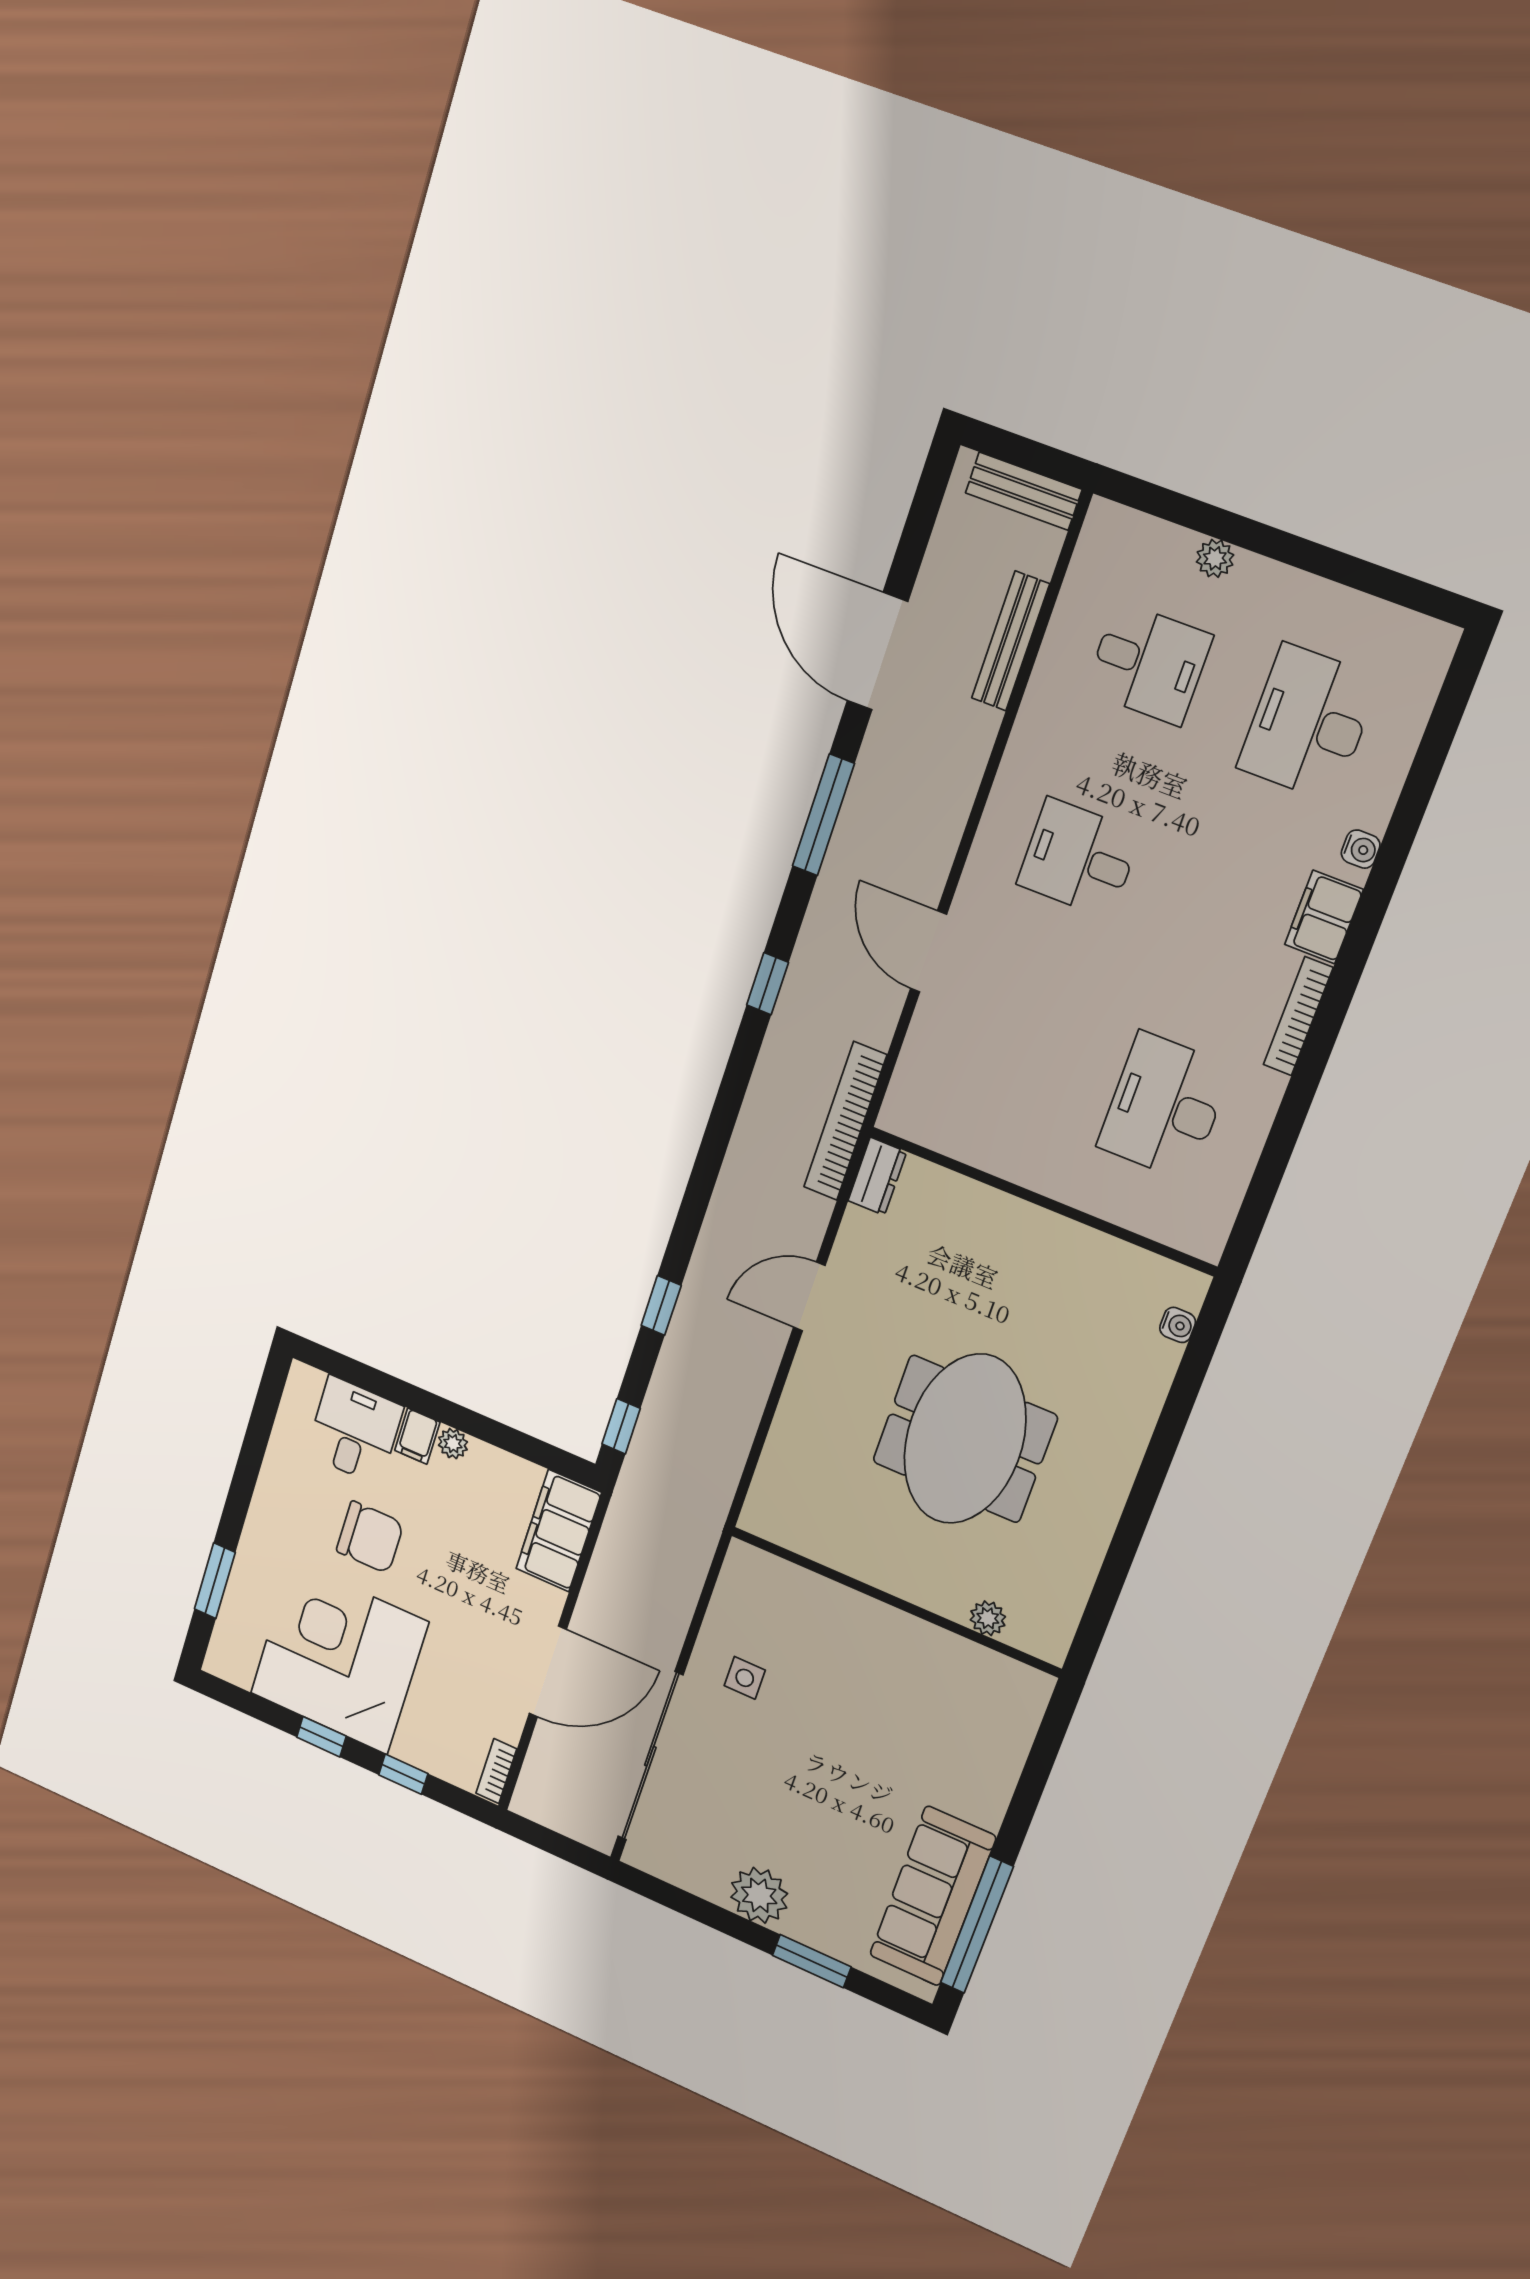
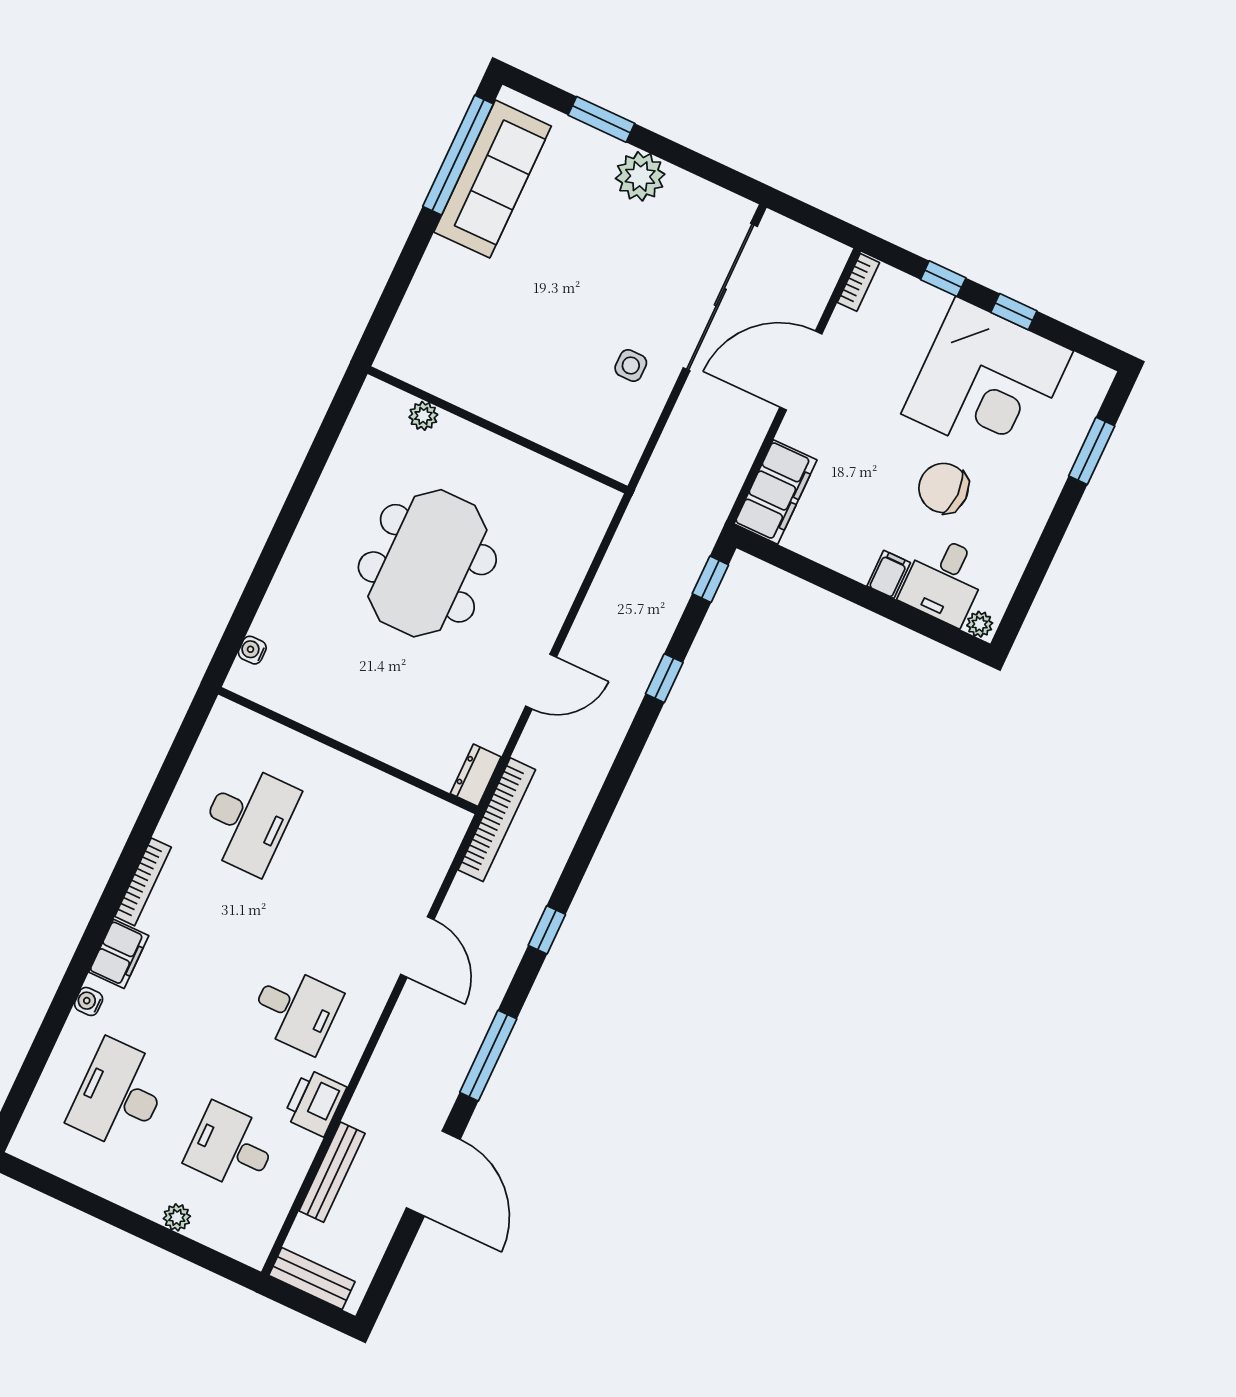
desk: (1308, 723) -> (119, 1095), turned 180
printer: (1042, 734) -> (315, 1103), added
plant: (453, 1444) -> (980, 624), moved

